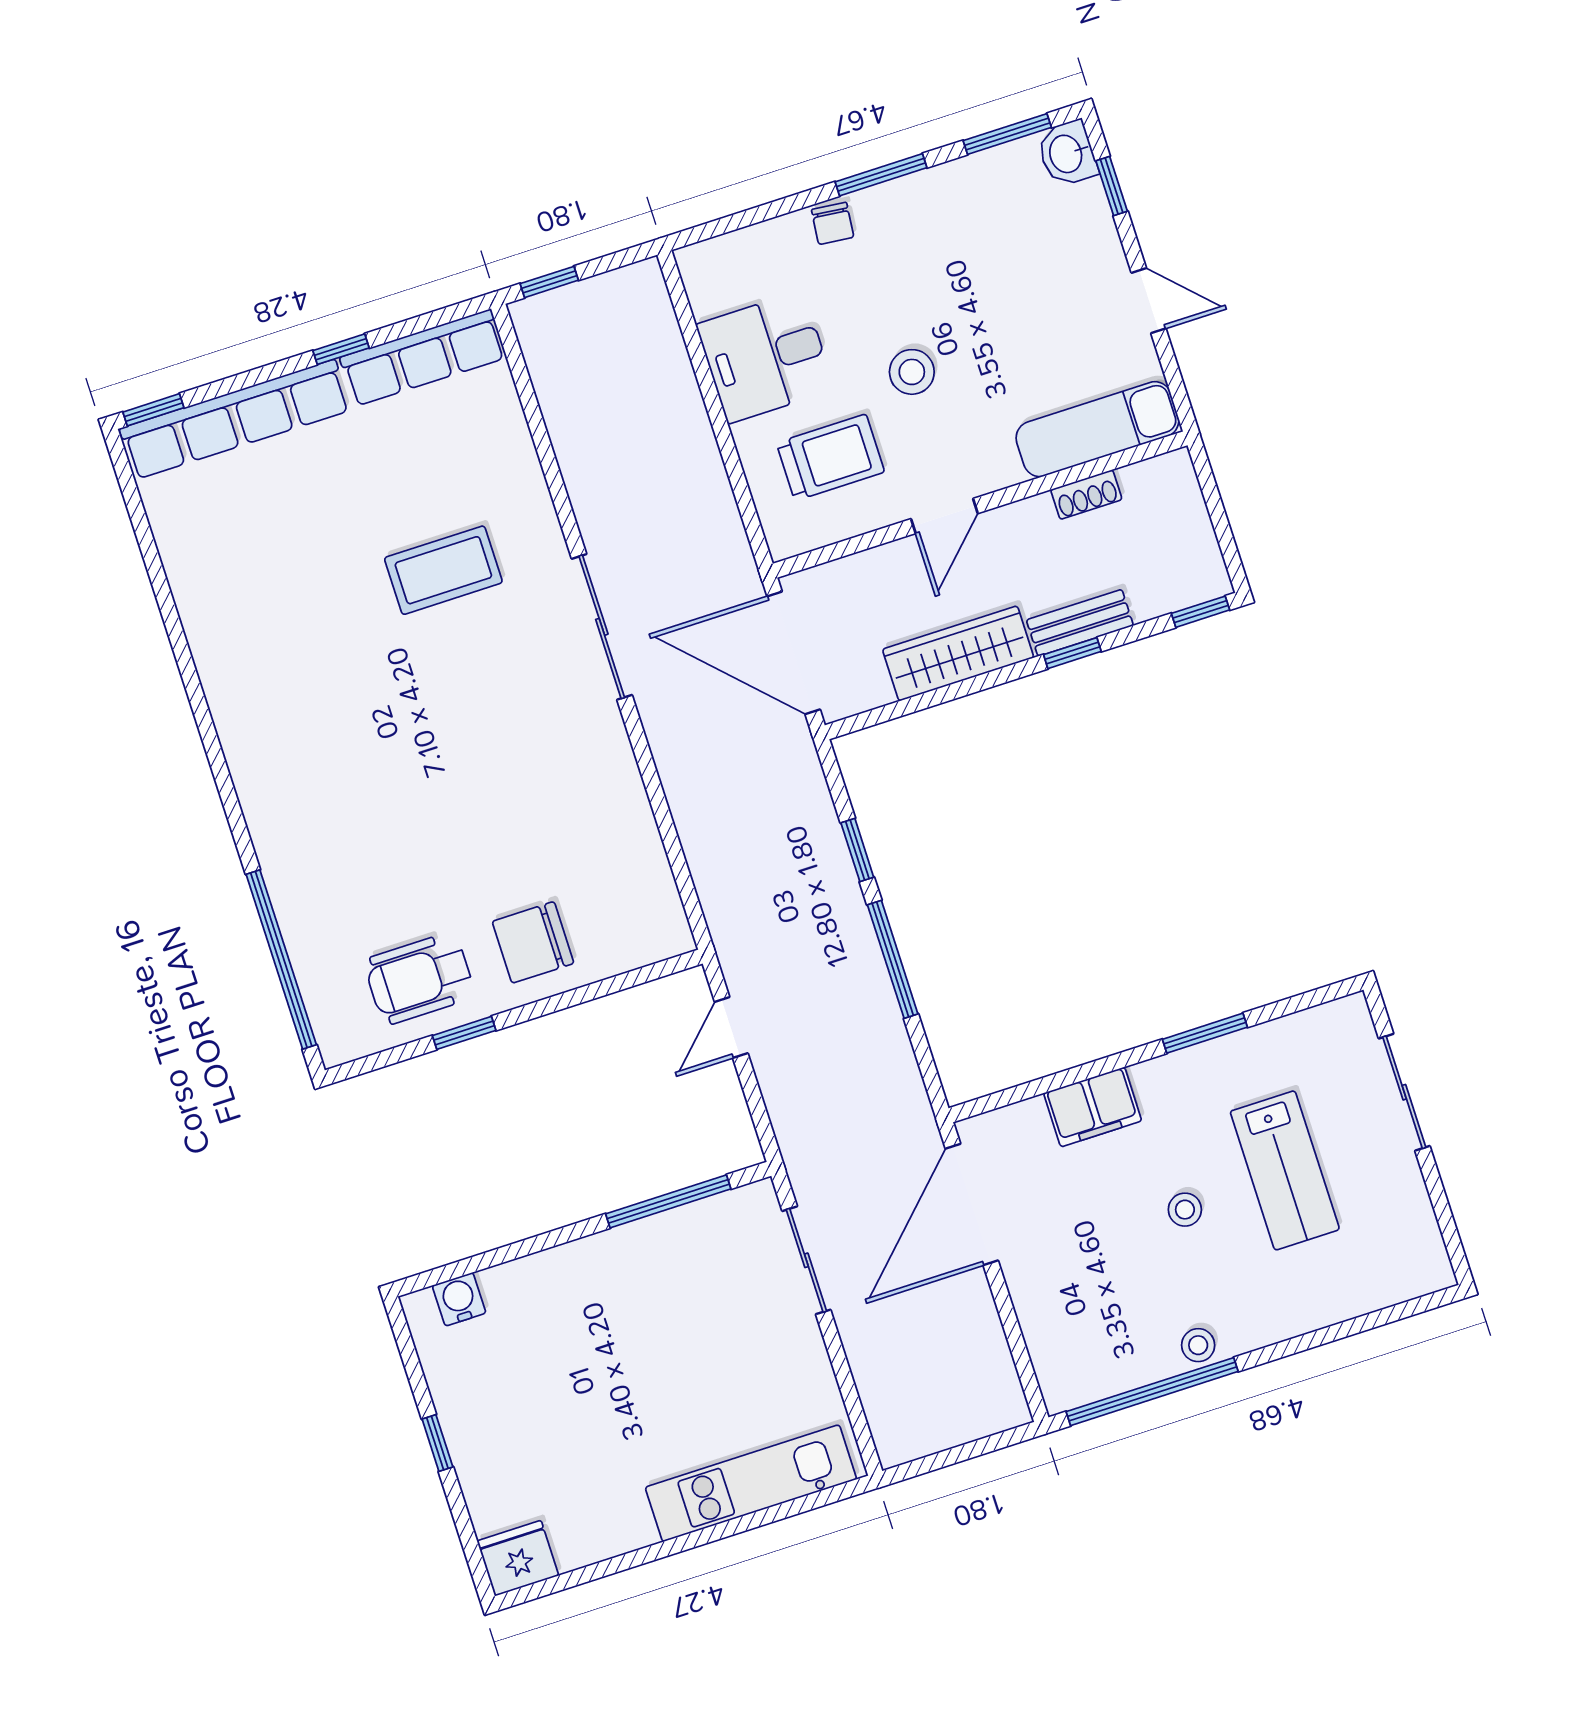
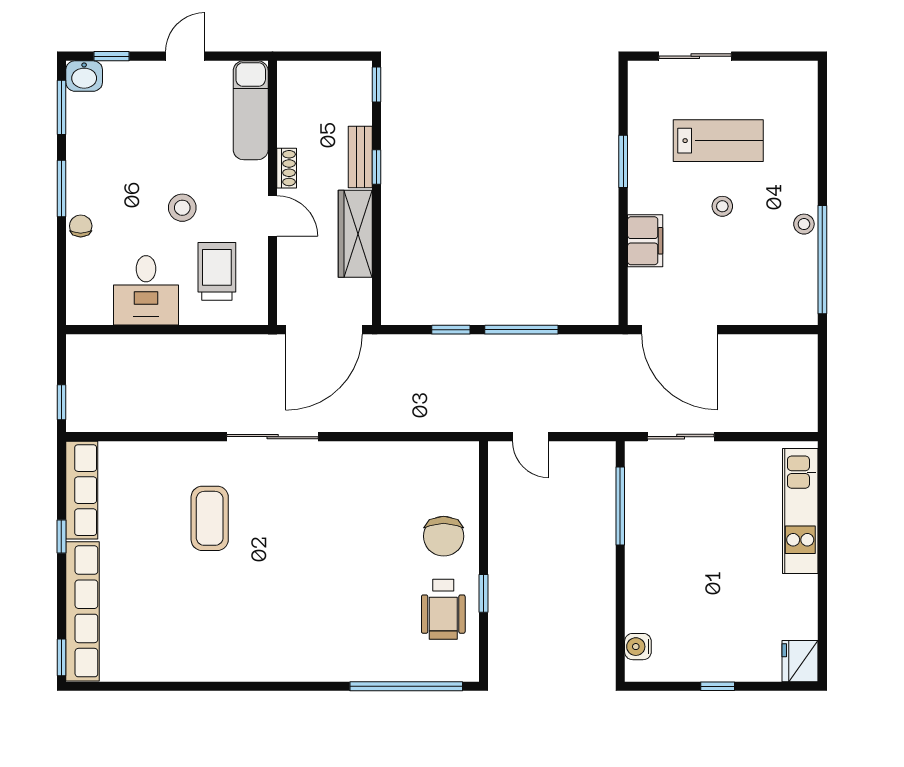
chair: (833, 223) -> (81, 226), turned -96
shoe rack: (1086, 495) -> (287, 168), moved

